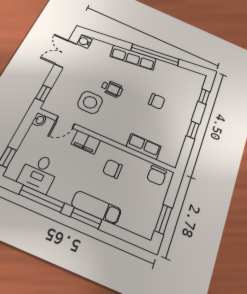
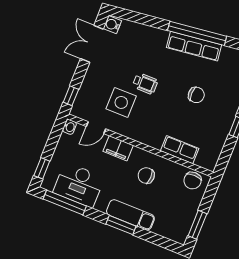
row of seats: (133, 58) -> (194, 46), moved
desk: (39, 173) -> (79, 185), width x1.37
window: (42, 199) -> (65, 202), moved

